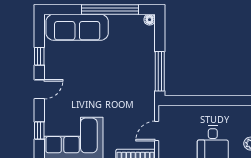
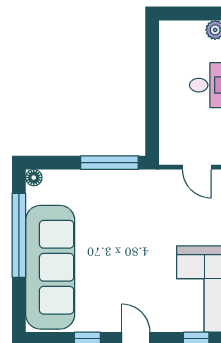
sofa: (77, 27) -> (50, 267), width x1.36, depth x1.27

